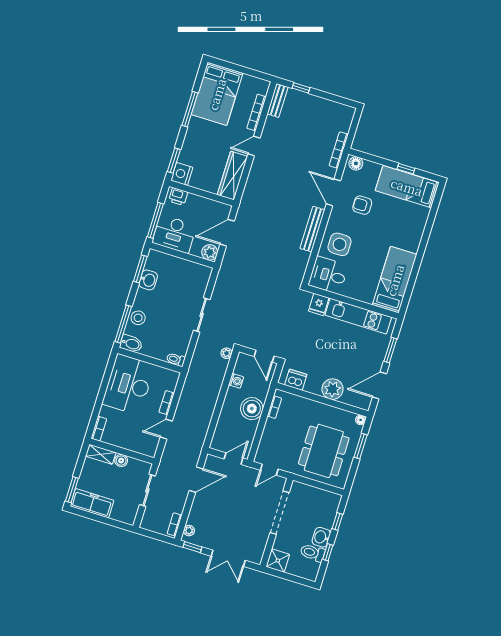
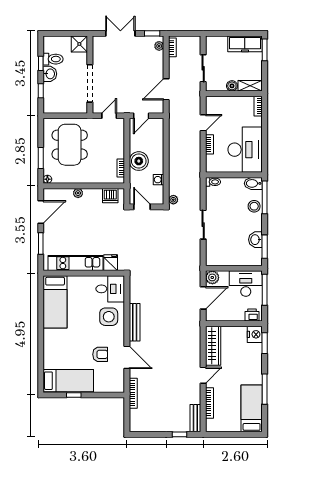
bed: (217, 94) -> (252, 408), width x0.67
floor lamp: (356, 163) -> (116, 387), removed
plant: (333, 389) -> (78, 193), width x0.53, depth x0.53

